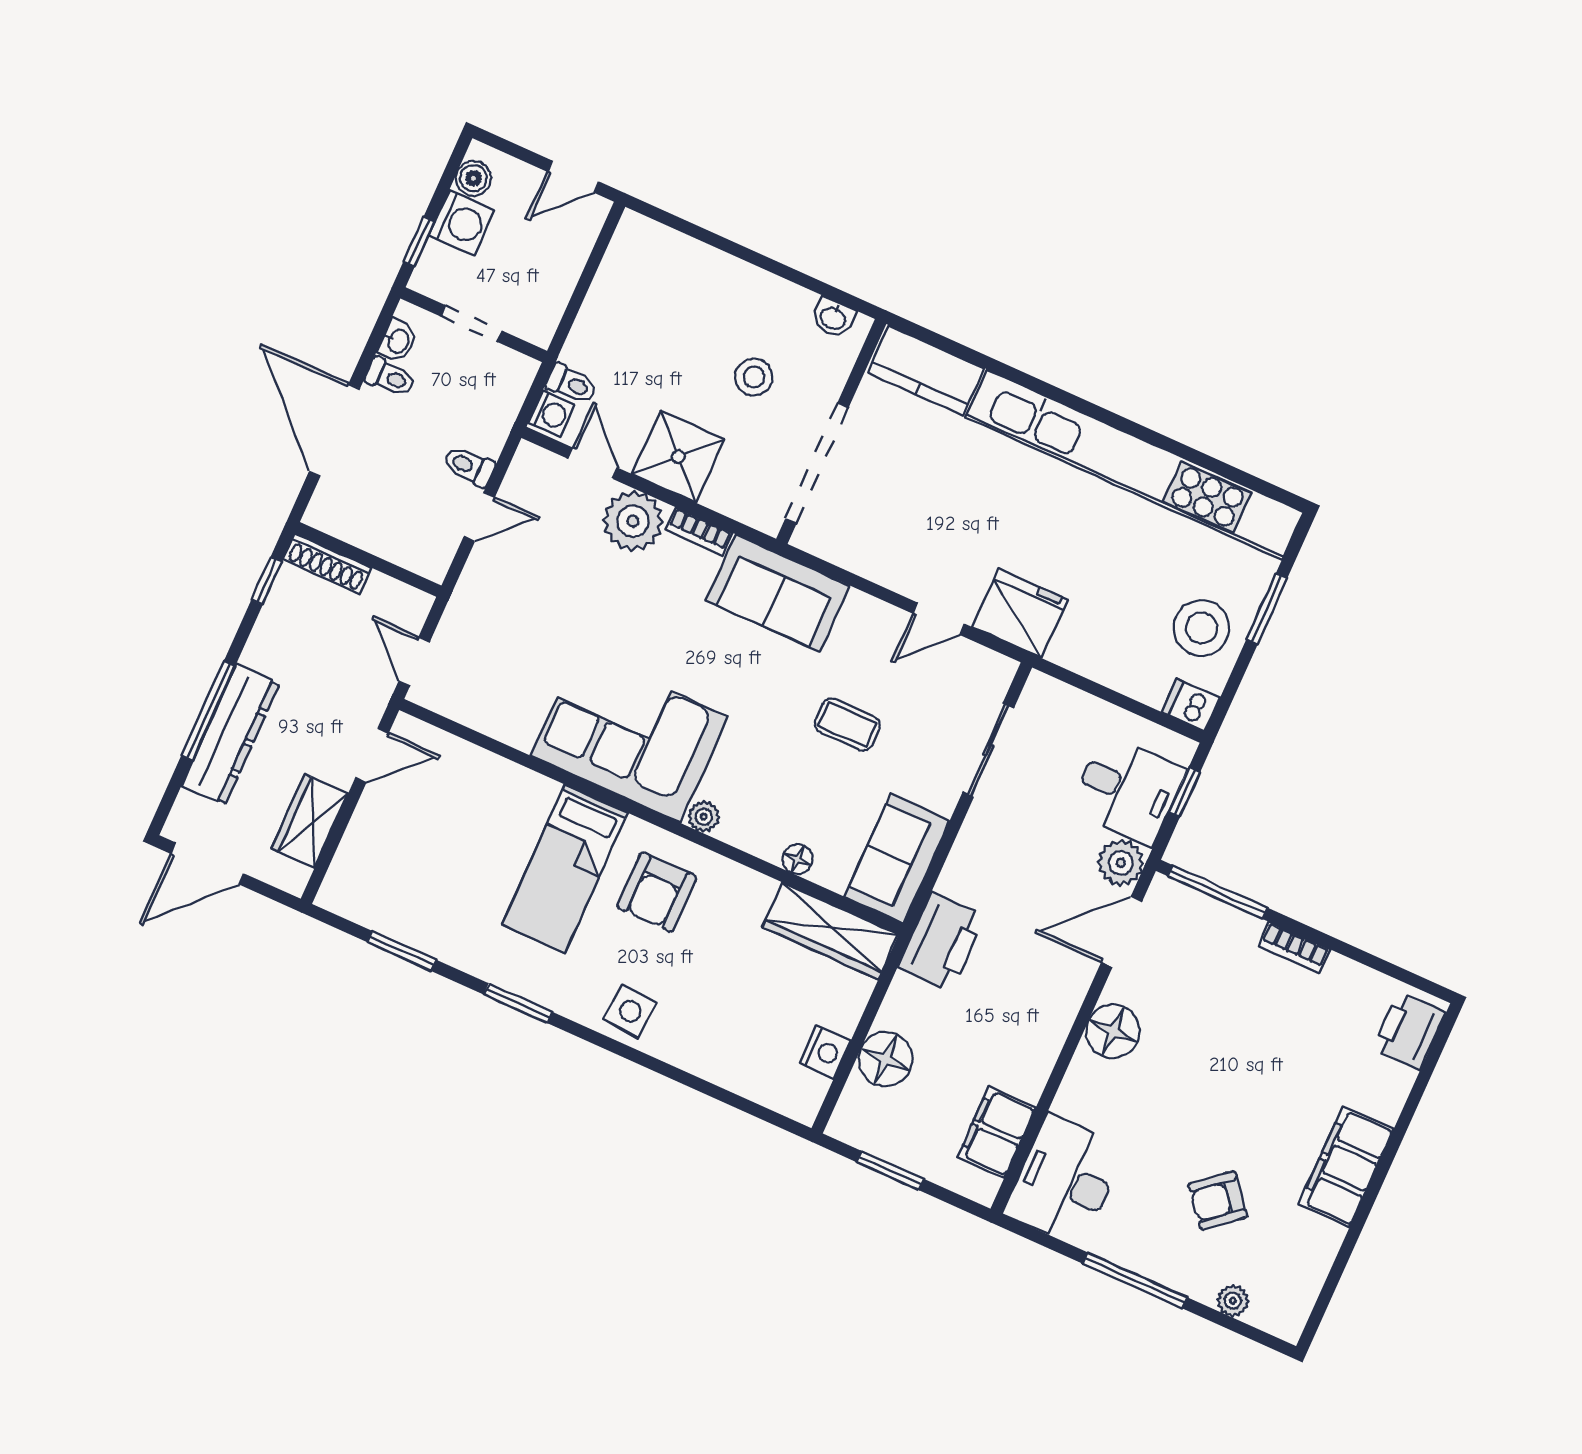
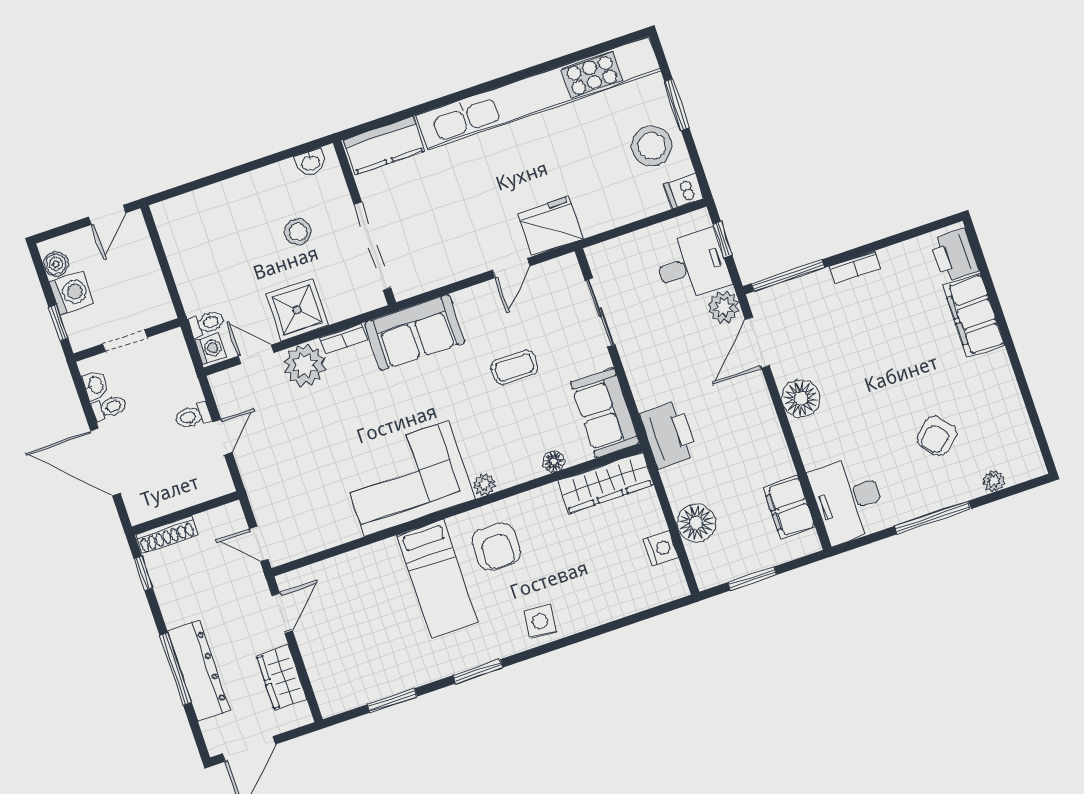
filing cabinet: (1346, 1167) -> (974, 315), moved

